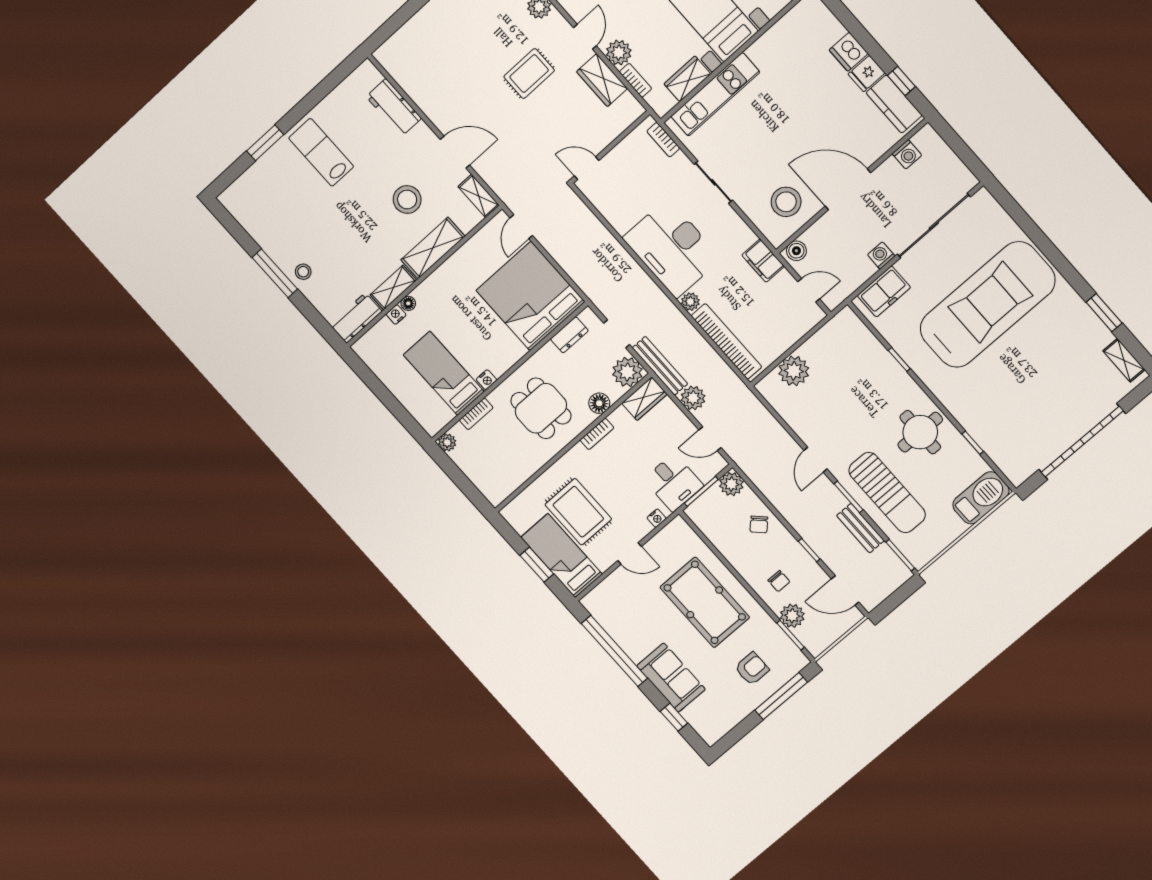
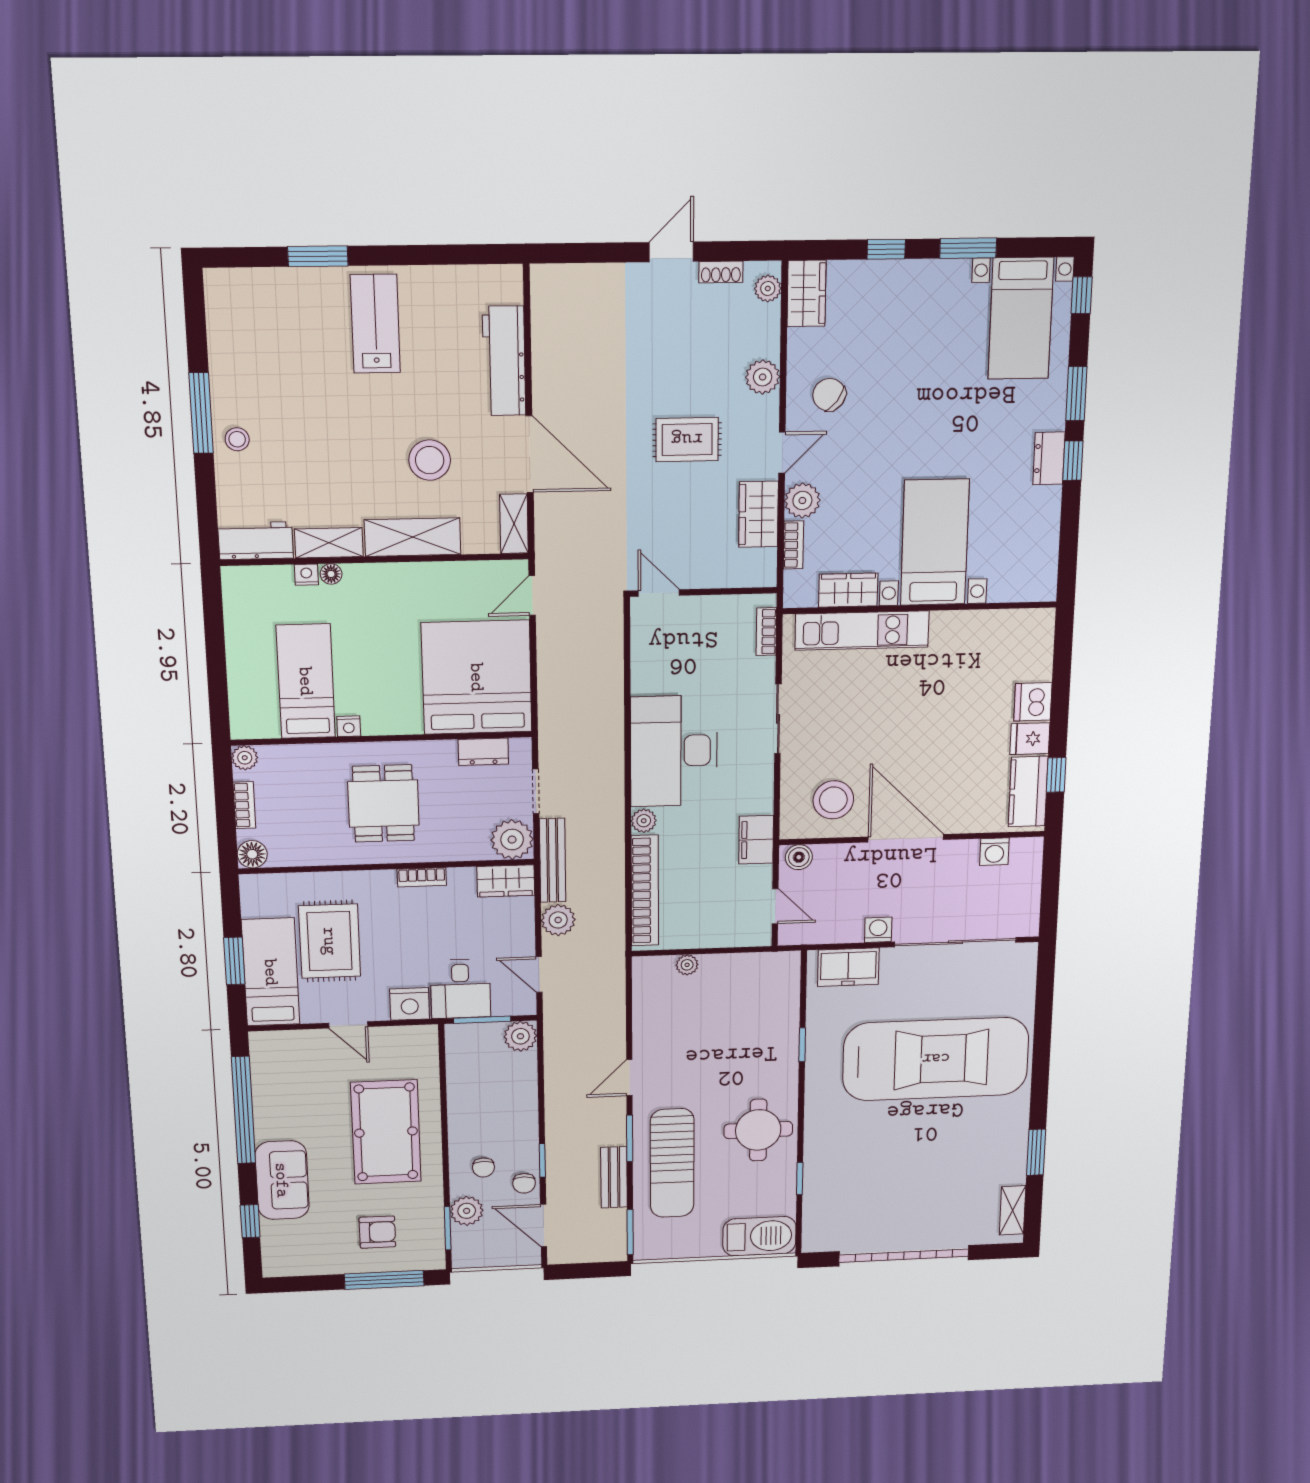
workbench: (394, 107) -> (504, 361), width x1.38
door: (455, 152) -> (530, 454), width x1.36
plant: (794, 371) -> (687, 965), width x0.53, depth x0.53
floor lamp: (599, 403) -> (252, 854), moved
bookcase: (476, 414) -> (244, 805), moved, turned -90
nightstand: (657, 518) -> (410, 1004), width x1.89, depth x1.79
chair: (759, 524) -> (524, 1183), moved, turned -45

